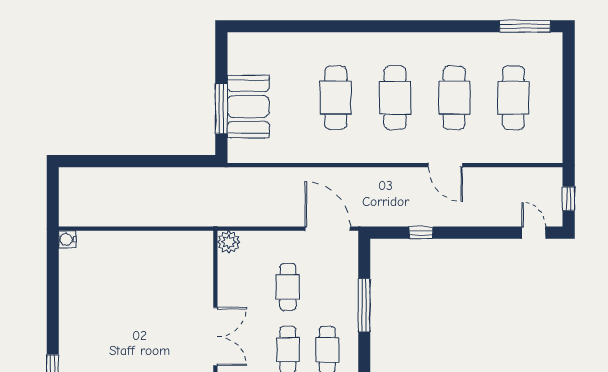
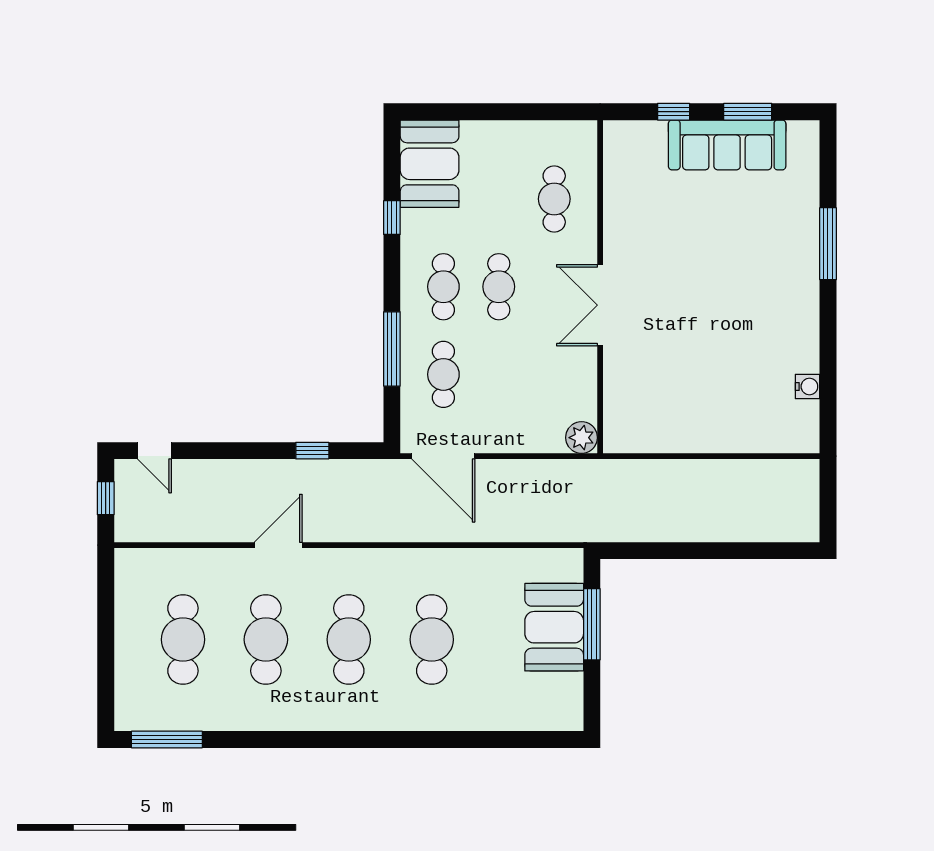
door: (445, 165) -> (278, 545), hinge flipped
water cooler: (67, 239) -> (807, 386), moved
cafe table: (288, 287) -> (443, 374), moved

